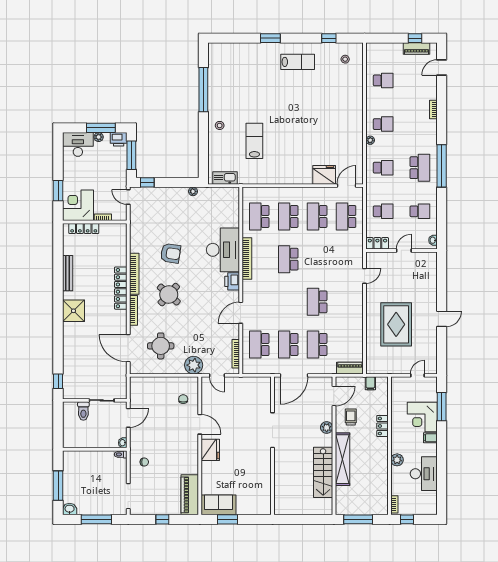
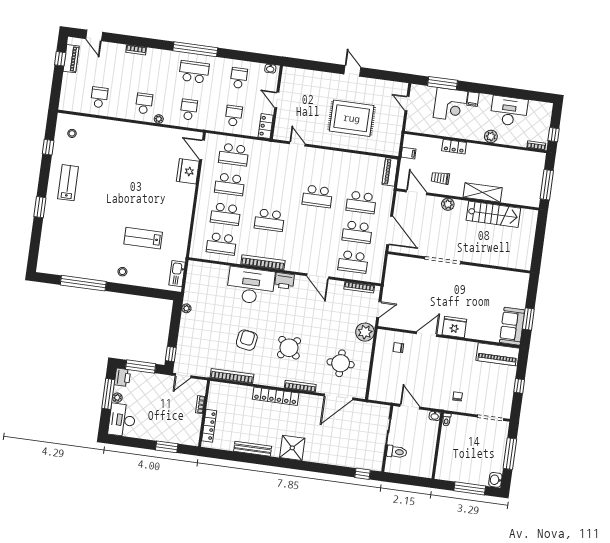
corner desk: (78, 205) -> (184, 428), removed
bookcase: (134, 274) -> (232, 376), moved
shelving: (342, 459) -> (483, 192), width x0.68

